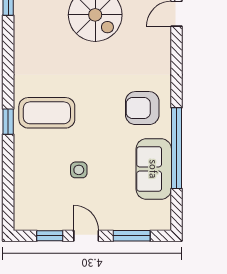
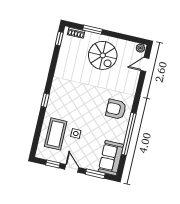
coffee table: (47, 113) -> (56, 134), moved, turned 90
sofa: (154, 169) -> (111, 158), moved

